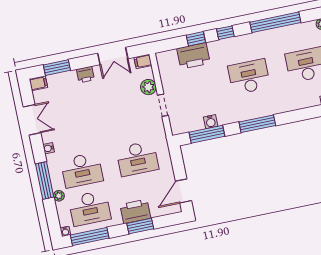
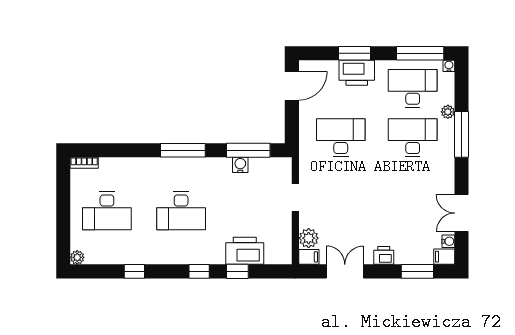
window: (275, 22) -> (134, 271), width x0.32
plant: (148, 87) -> (309, 238), moved
water cooler: (49, 148) -> (448, 241), moved

